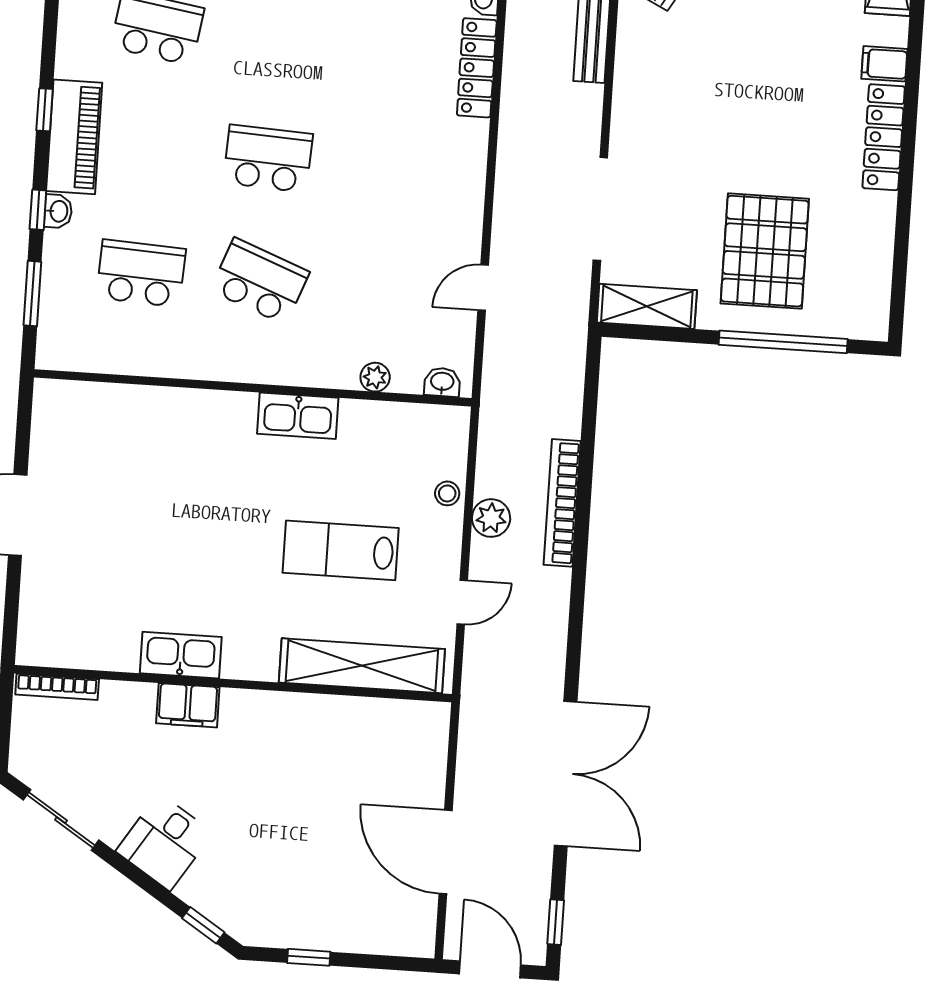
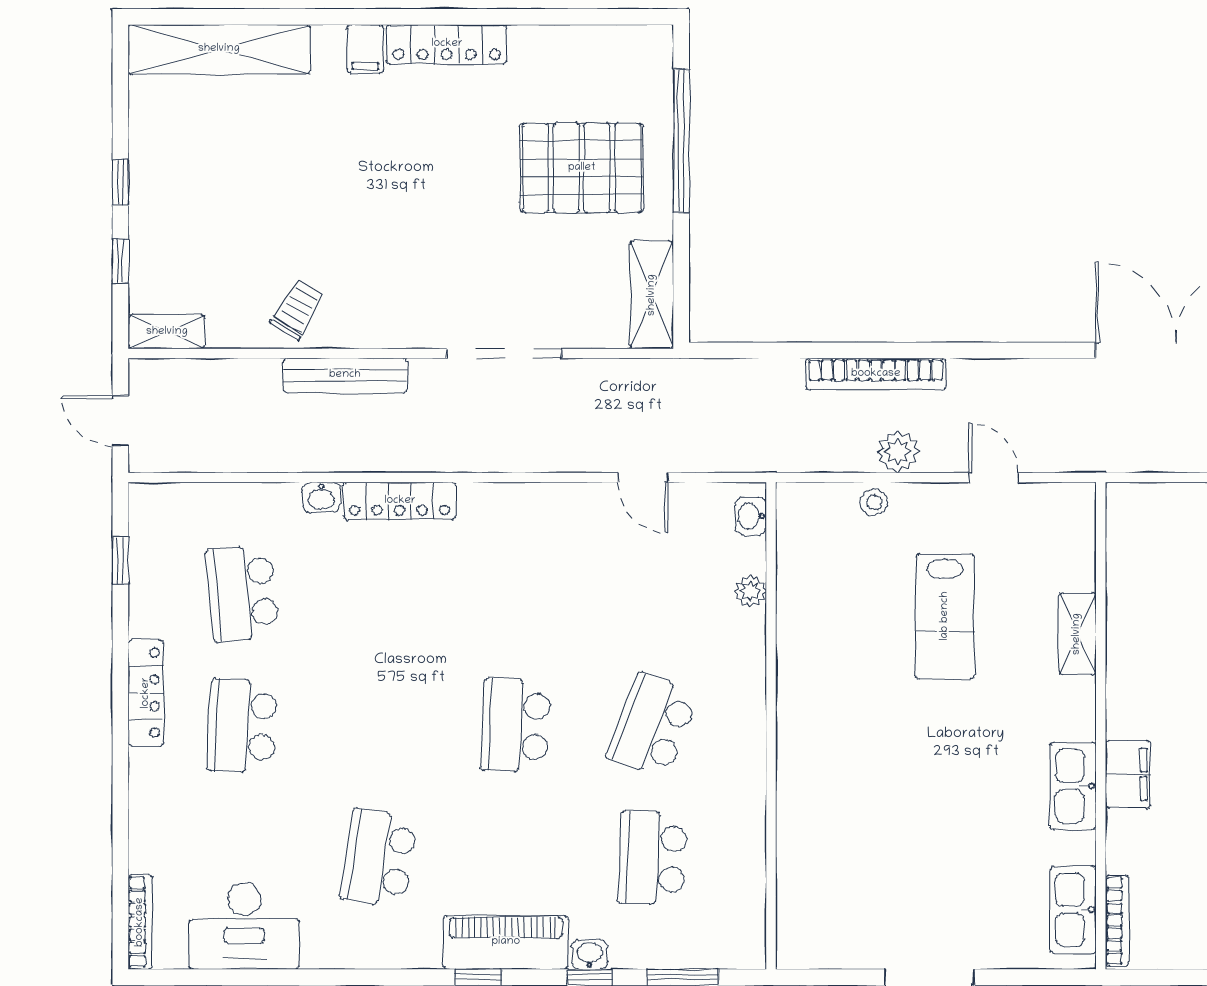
doorway: (600, 209) -> (504, 353), moved
kitchen sink: (298, 416) -> (1073, 910), moved, turned 180
shelving: (362, 666) -> (1077, 634), width x0.45, depth x0.75

